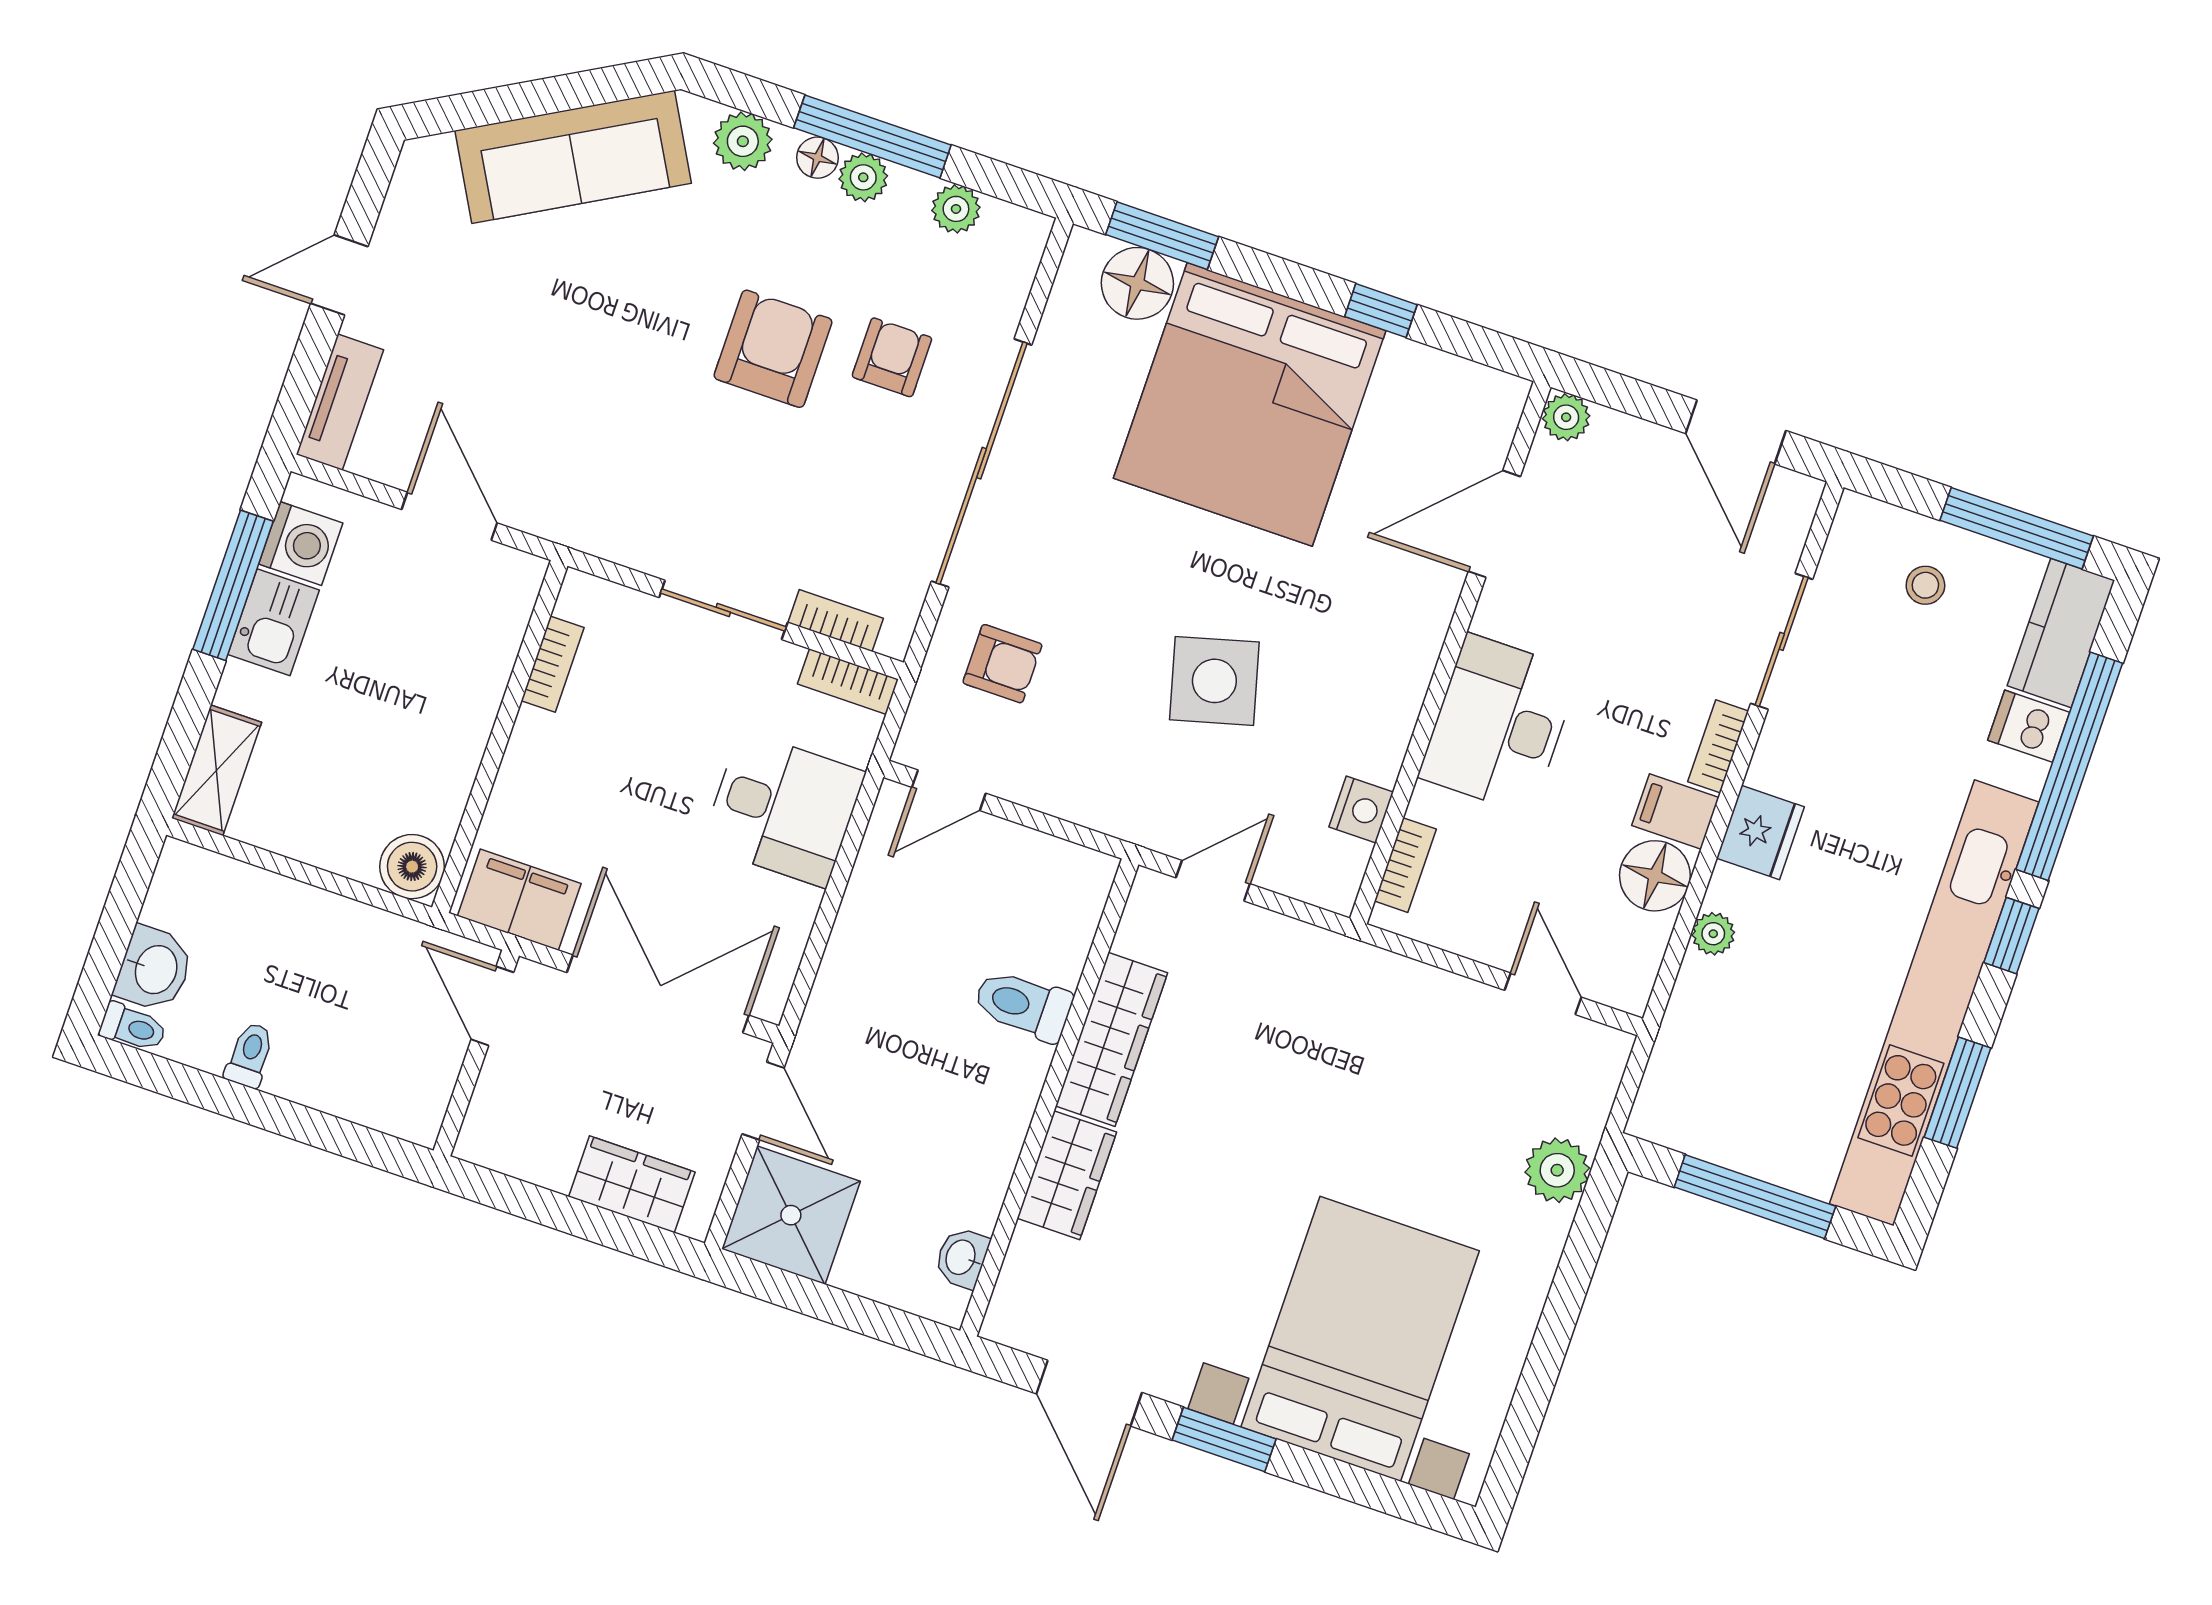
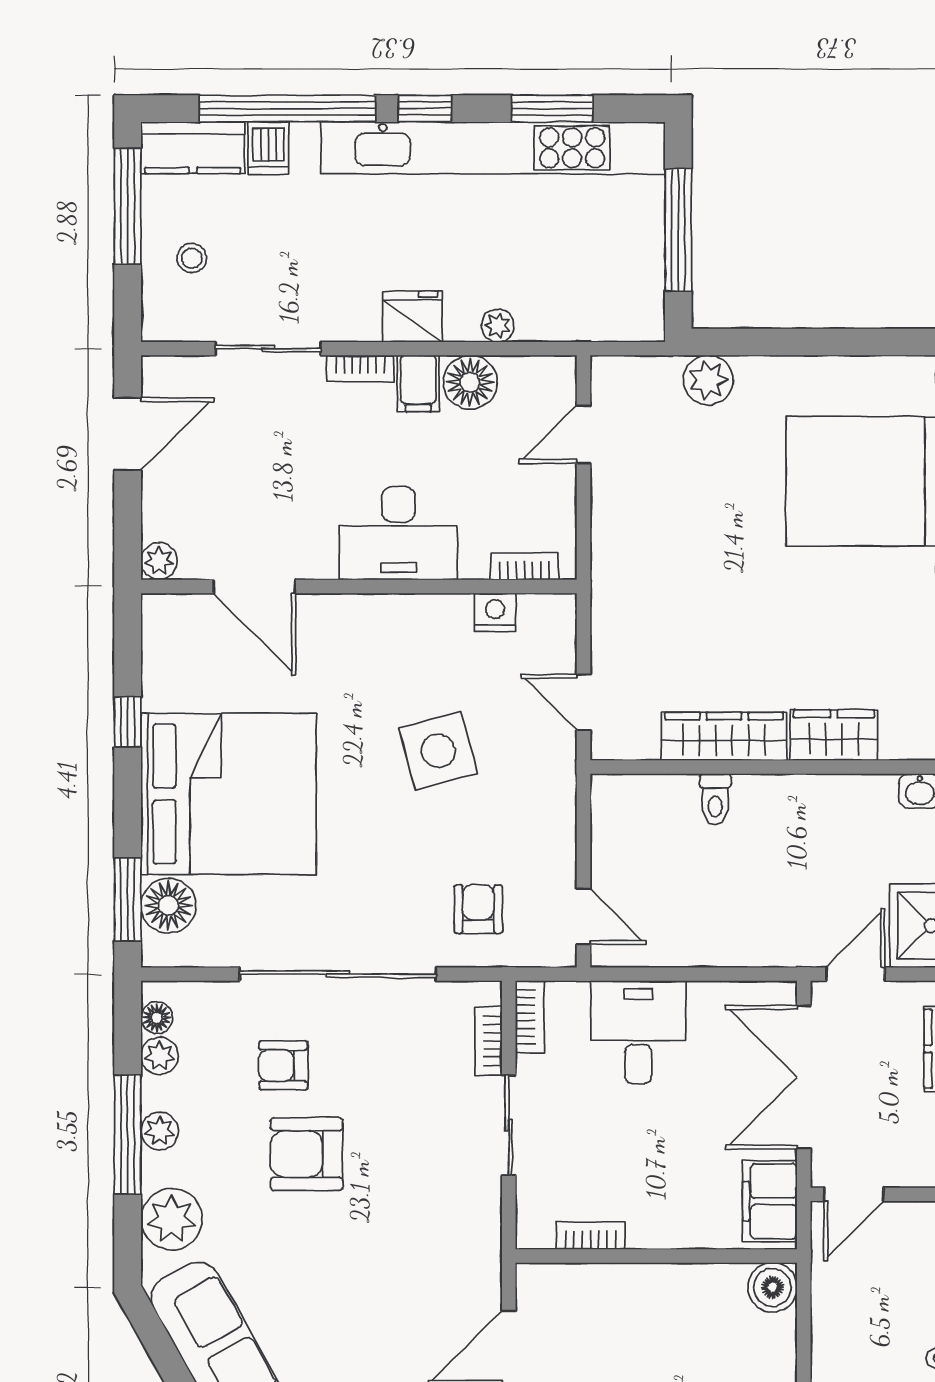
plant: (743, 141) -> (172, 1219), width x1.36, depth x1.36
floor lamp: (817, 158) -> (157, 1018), moved
toilet: (1023, 1005) -> (715, 799), width x0.73, depth x0.72

